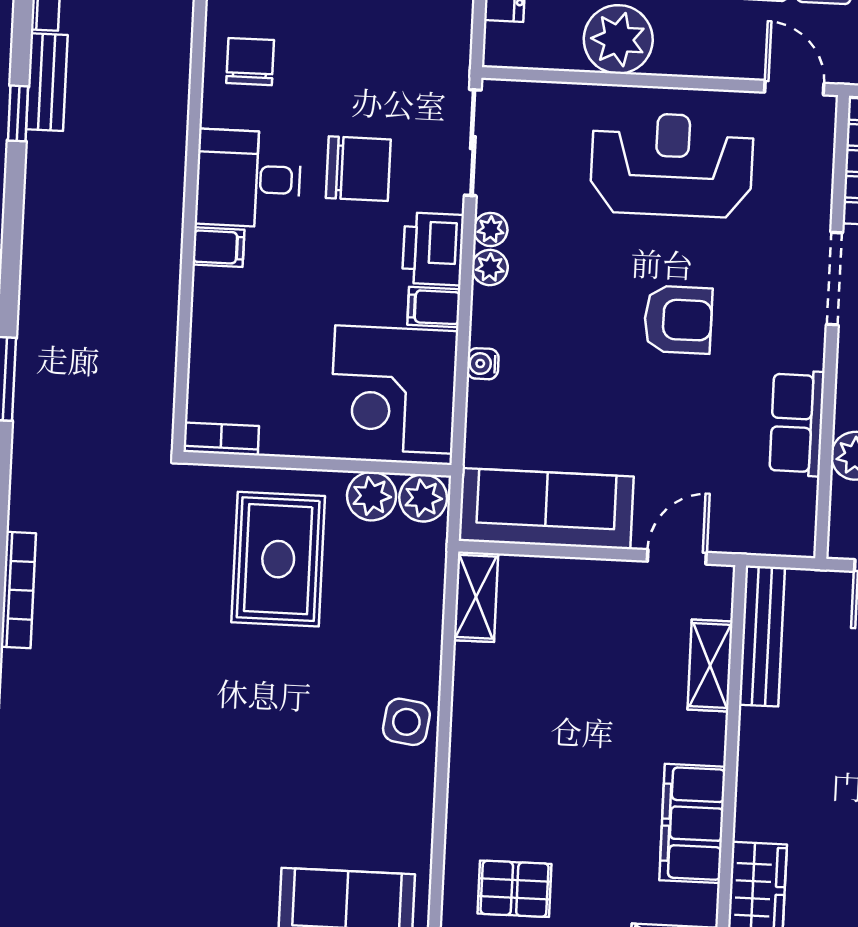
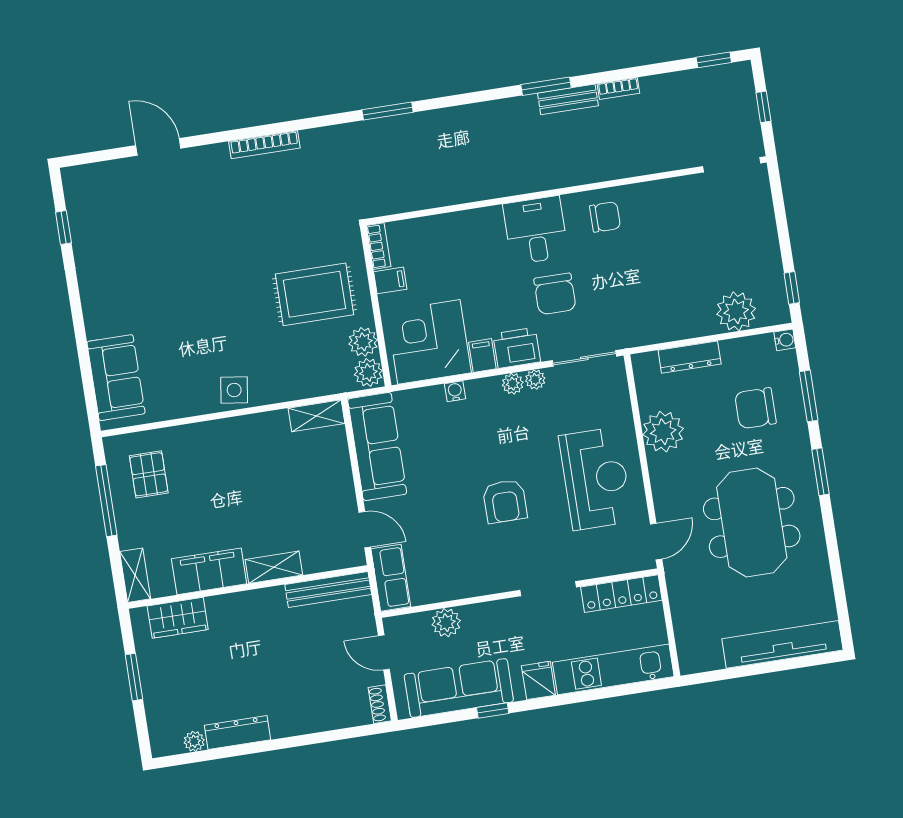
window: (18, 113) -> (546, 86), width x1.50
filing cabinet: (218, 247) -> (390, 280), moved, turned -90
row of seats: (797, 423) -> (391, 578), moved, turned 90
shelving: (710, 666) -> (274, 567), moved

